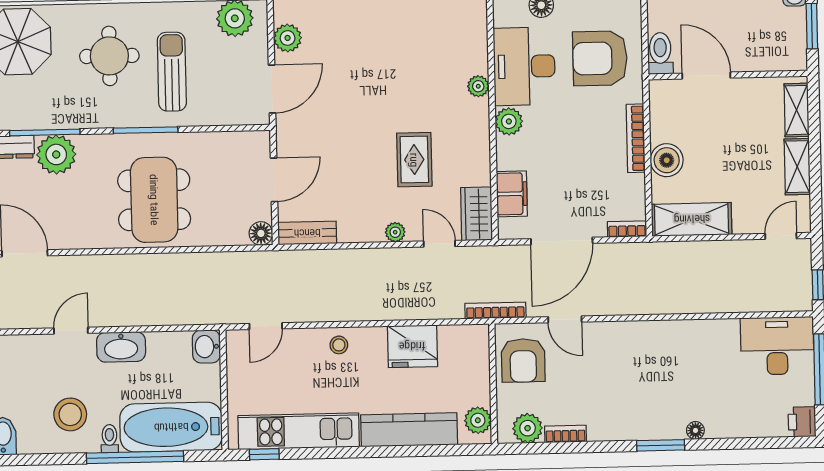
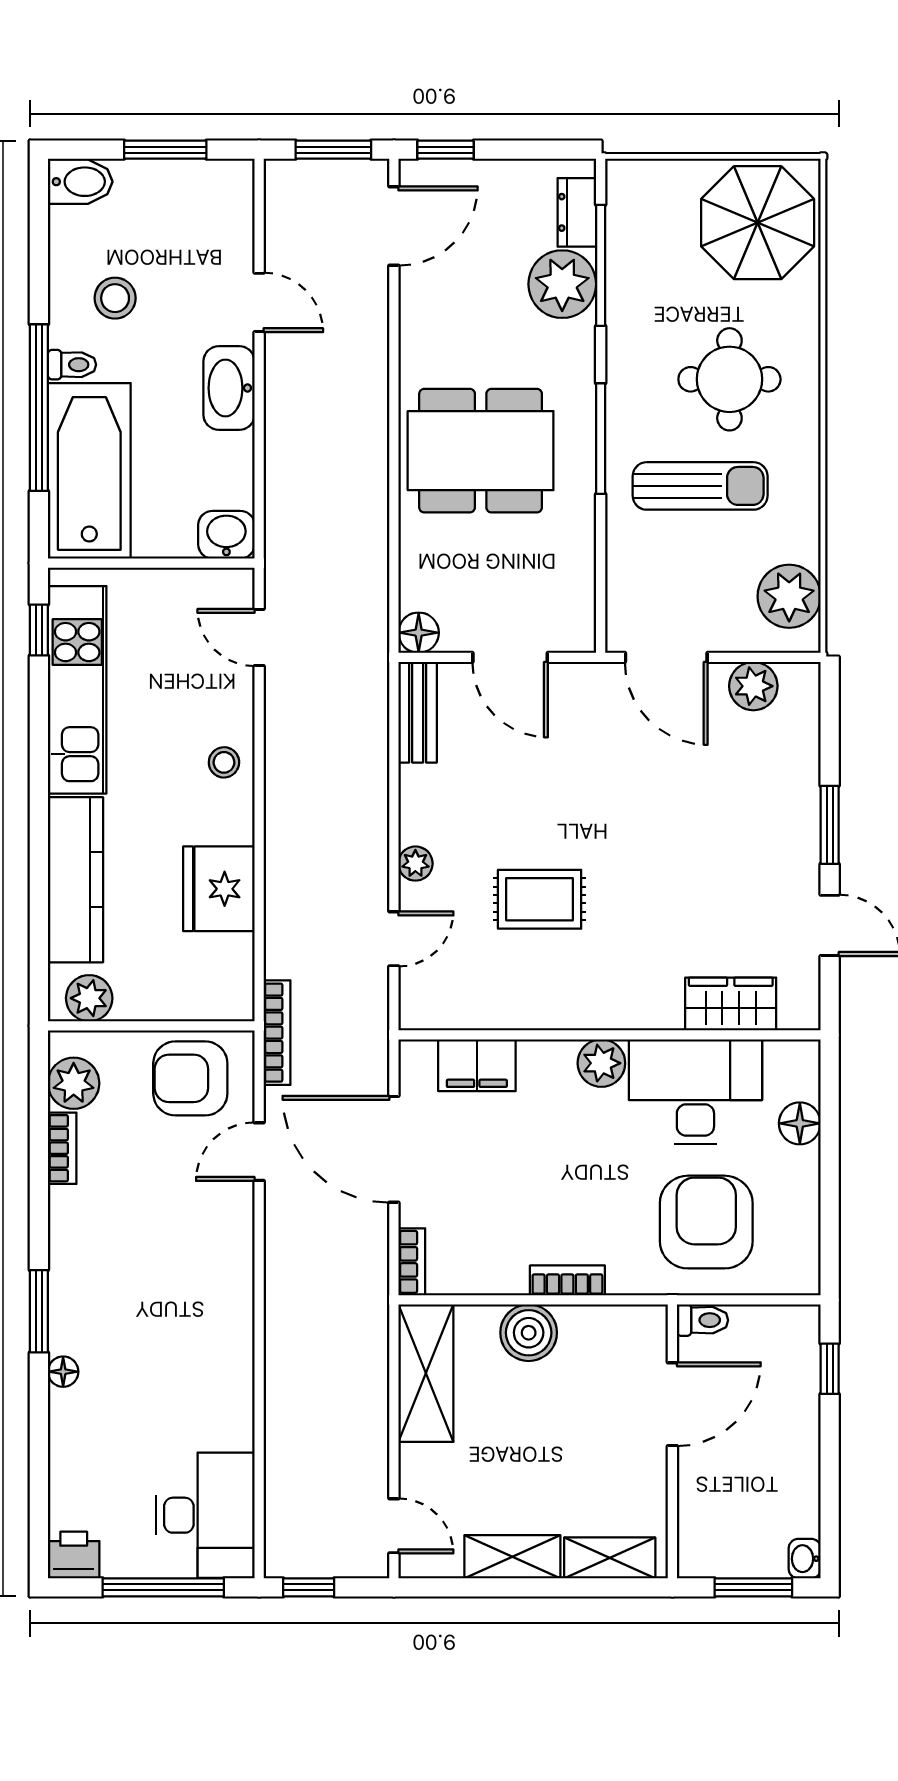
toilet: (660, 53) -> (703, 1320), width x0.73, depth x0.72
plant: (478, 86) -> (663, 1012), removed
bookcase: (636, 138) -> (567, 1280), width x0.64
wardrobe: (476, 214) -> (731, 1004), moved
stool: (70, 414) -> (115, 298), width x0.73, depth x0.73

